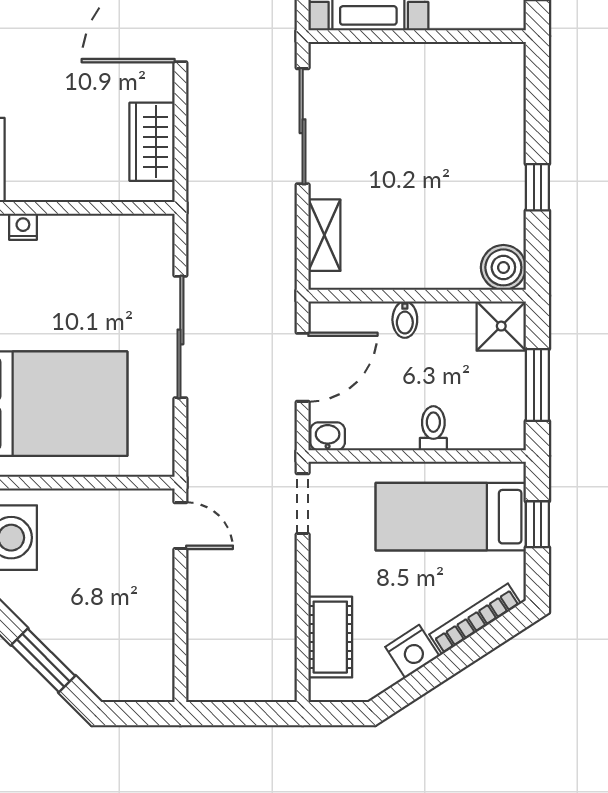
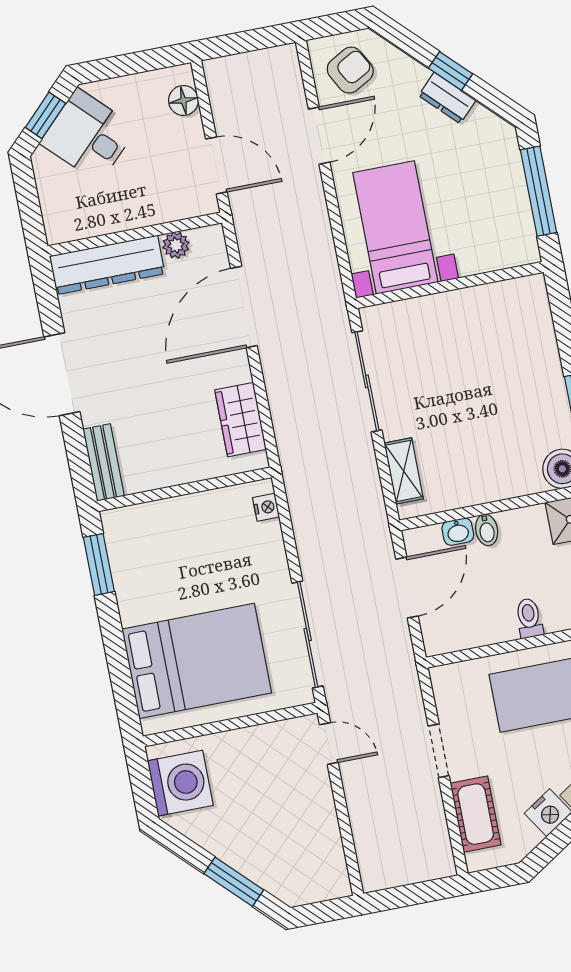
nightstand: (23, 227) -> (266, 507), moved, turned 90
sliding door: (180, 337) -> (308, 635), moved
washbasin: (328, 436) -> (458, 532), moved, turned 180
doorway: (303, 504) -> (439, 751), moved

